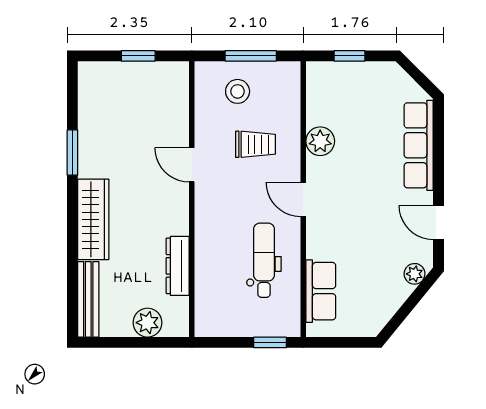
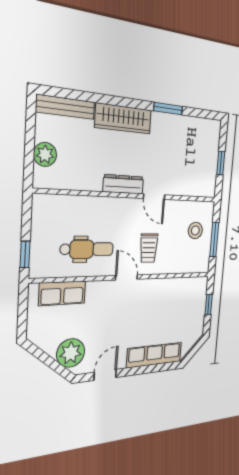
plant: (320, 141) -> (162, 288), removed
trolley: (255, 144) -> (149, 248), moved
door: (192, 165) -> (154, 197), swing flipped
door: (303, 199) -> (126, 277), hinge flipped
dresser: (178, 266) -> (123, 184), moved
plant: (415, 274) -> (71, 353), width x1.87, depth x1.87

